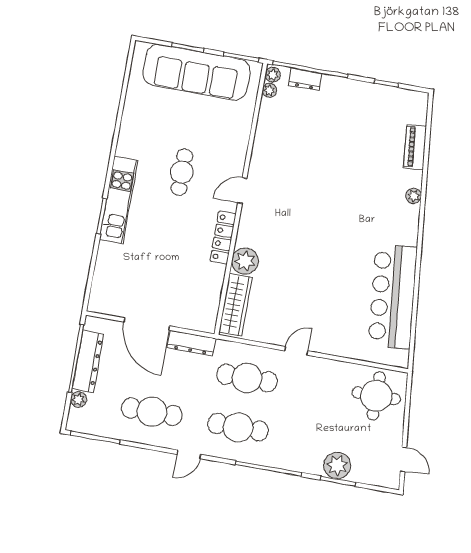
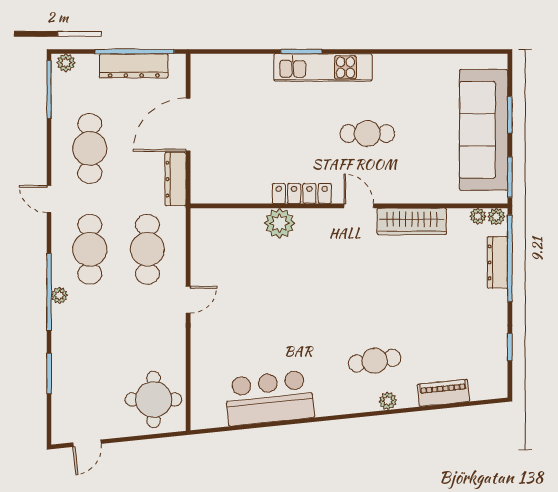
dresser: (305, 79) -> (498, 262), width x1.44
cafe table: (377, 201) -> (375, 361), added
bar counter: (393, 297) -> (269, 398), width x0.73
wardrobe: (235, 305) -> (412, 221), moved
door: (296, 351) -> (188, 300), hinge flipped
plant: (78, 399) -> (66, 63), moved
plant: (337, 465) -> (59, 295), moved, width x0.53, depth x0.53

